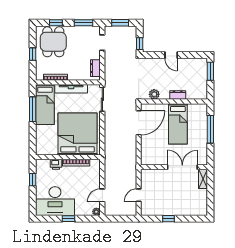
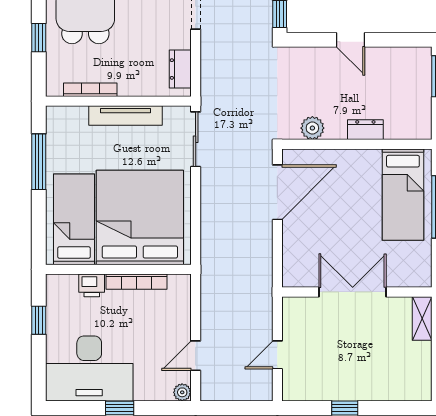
bed: (45, 105) -> (74, 219), moved, turned 180
bed: (178, 124) -> (403, 195), moved
double door: (182, 167) -> (353, 292), moved

